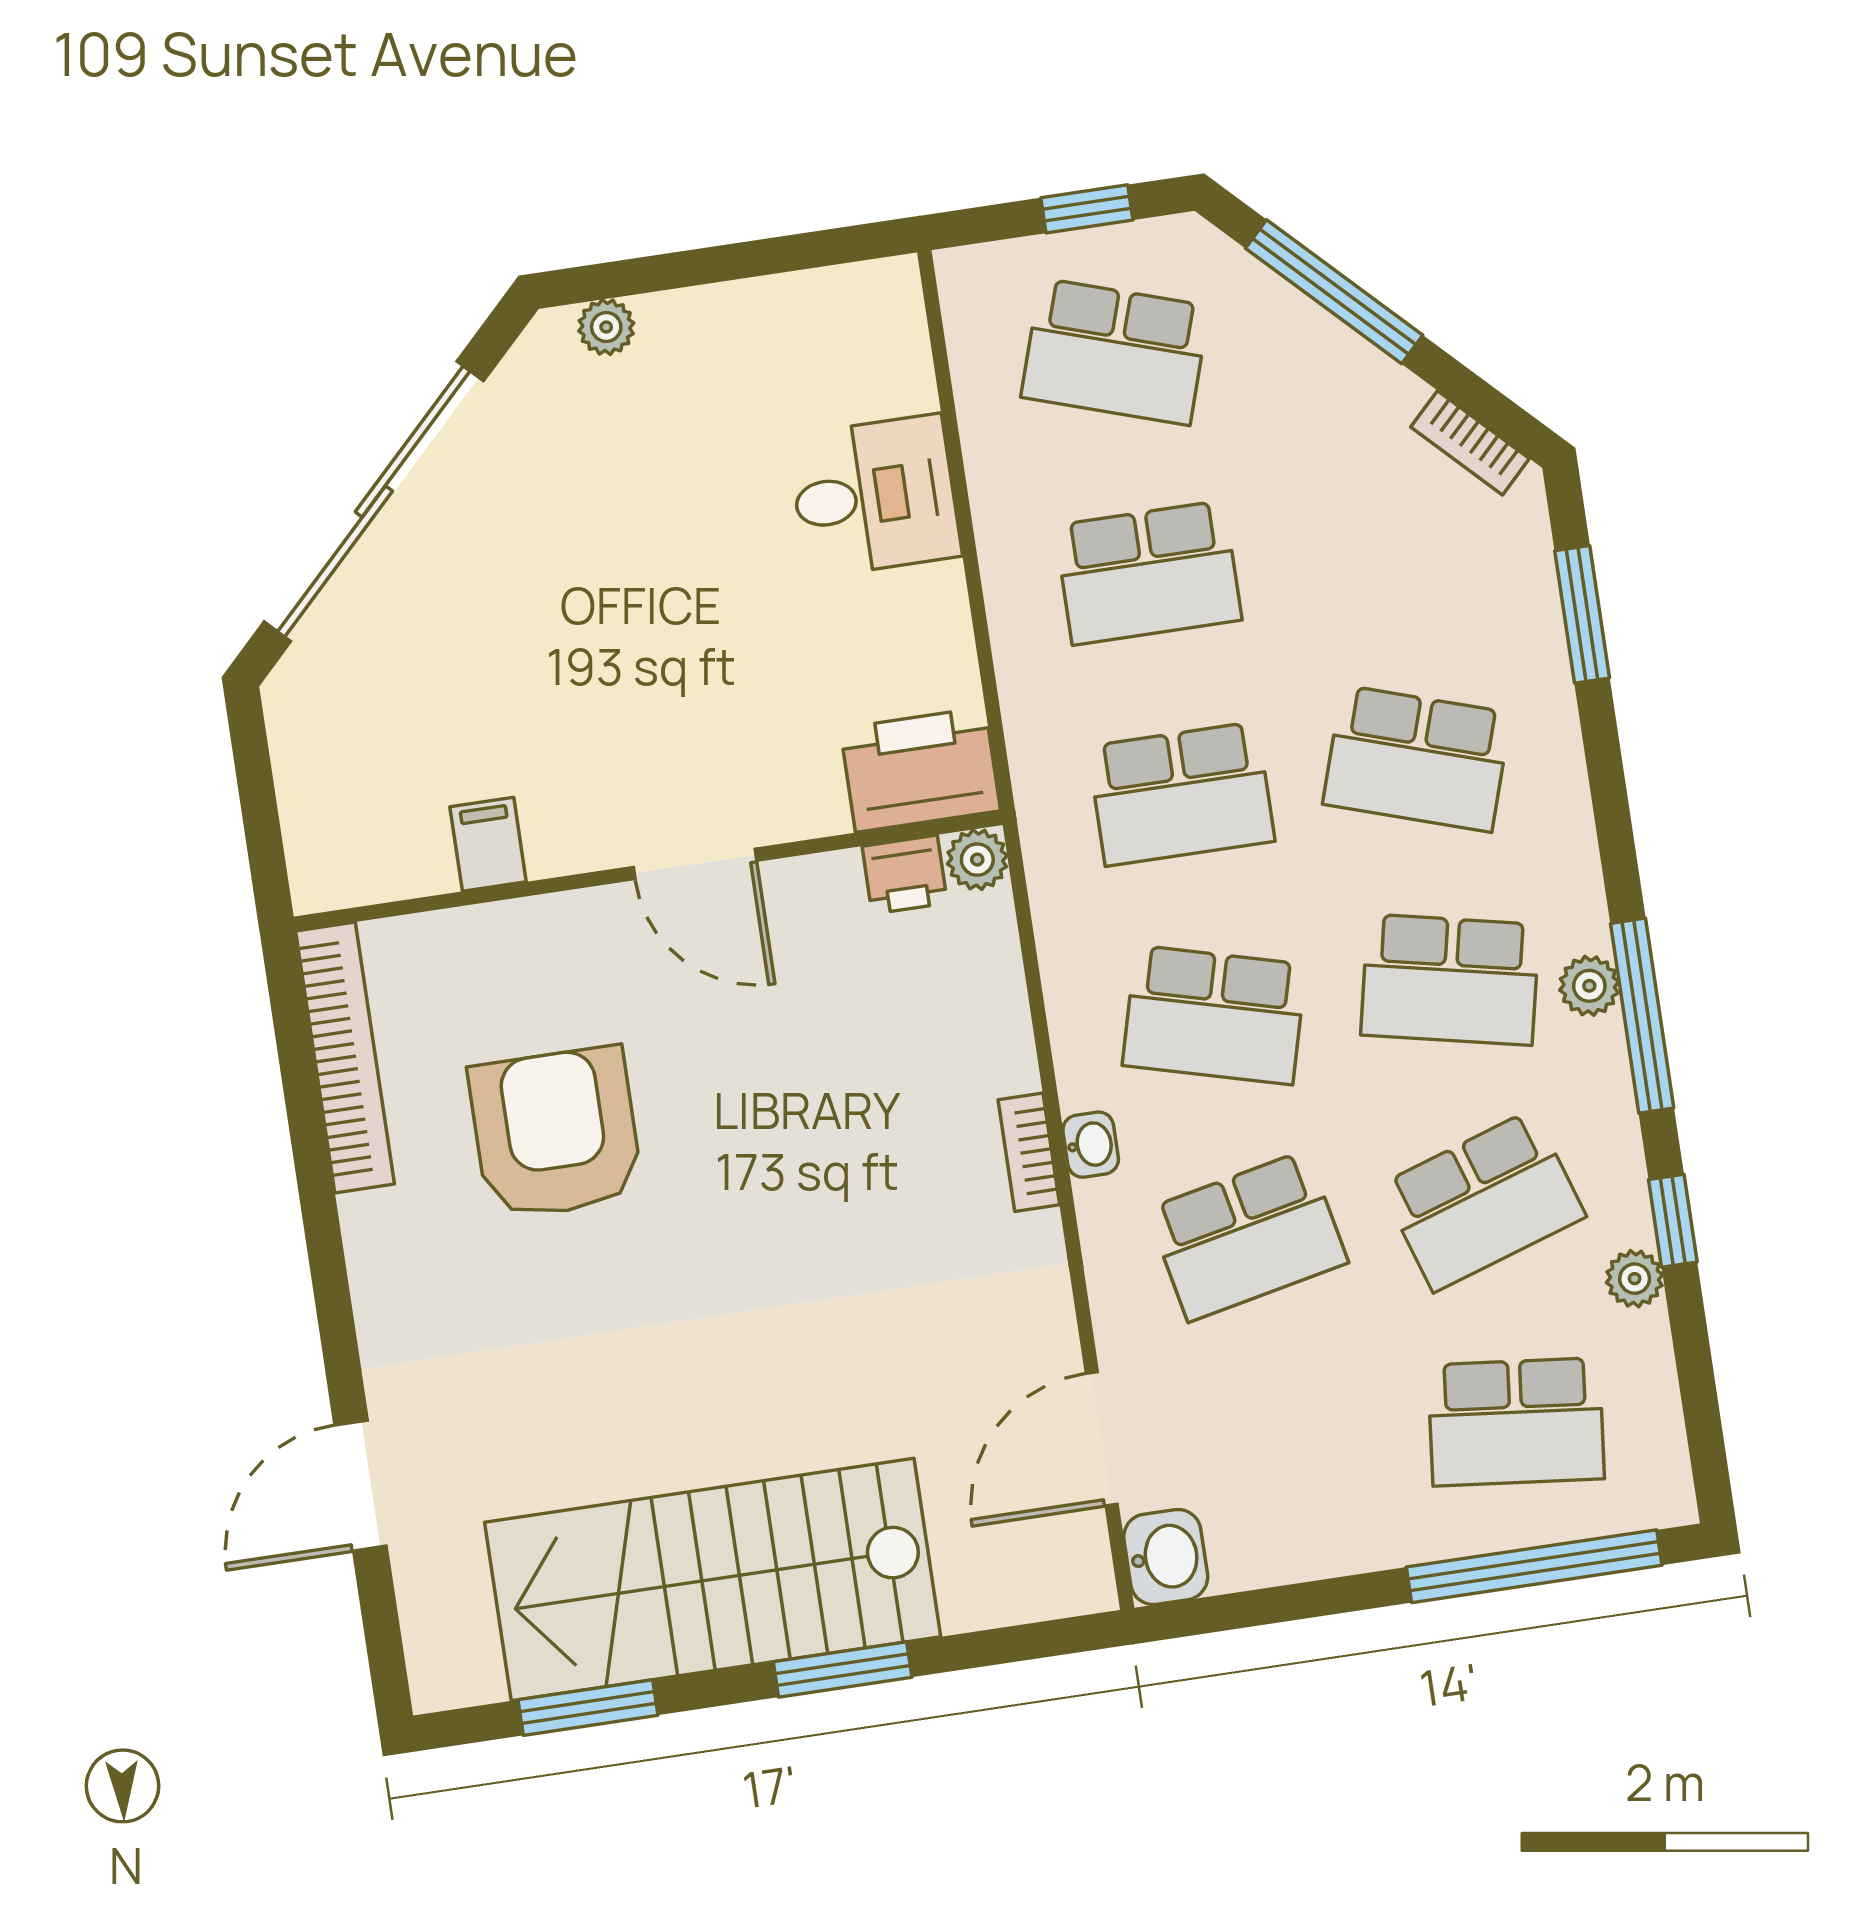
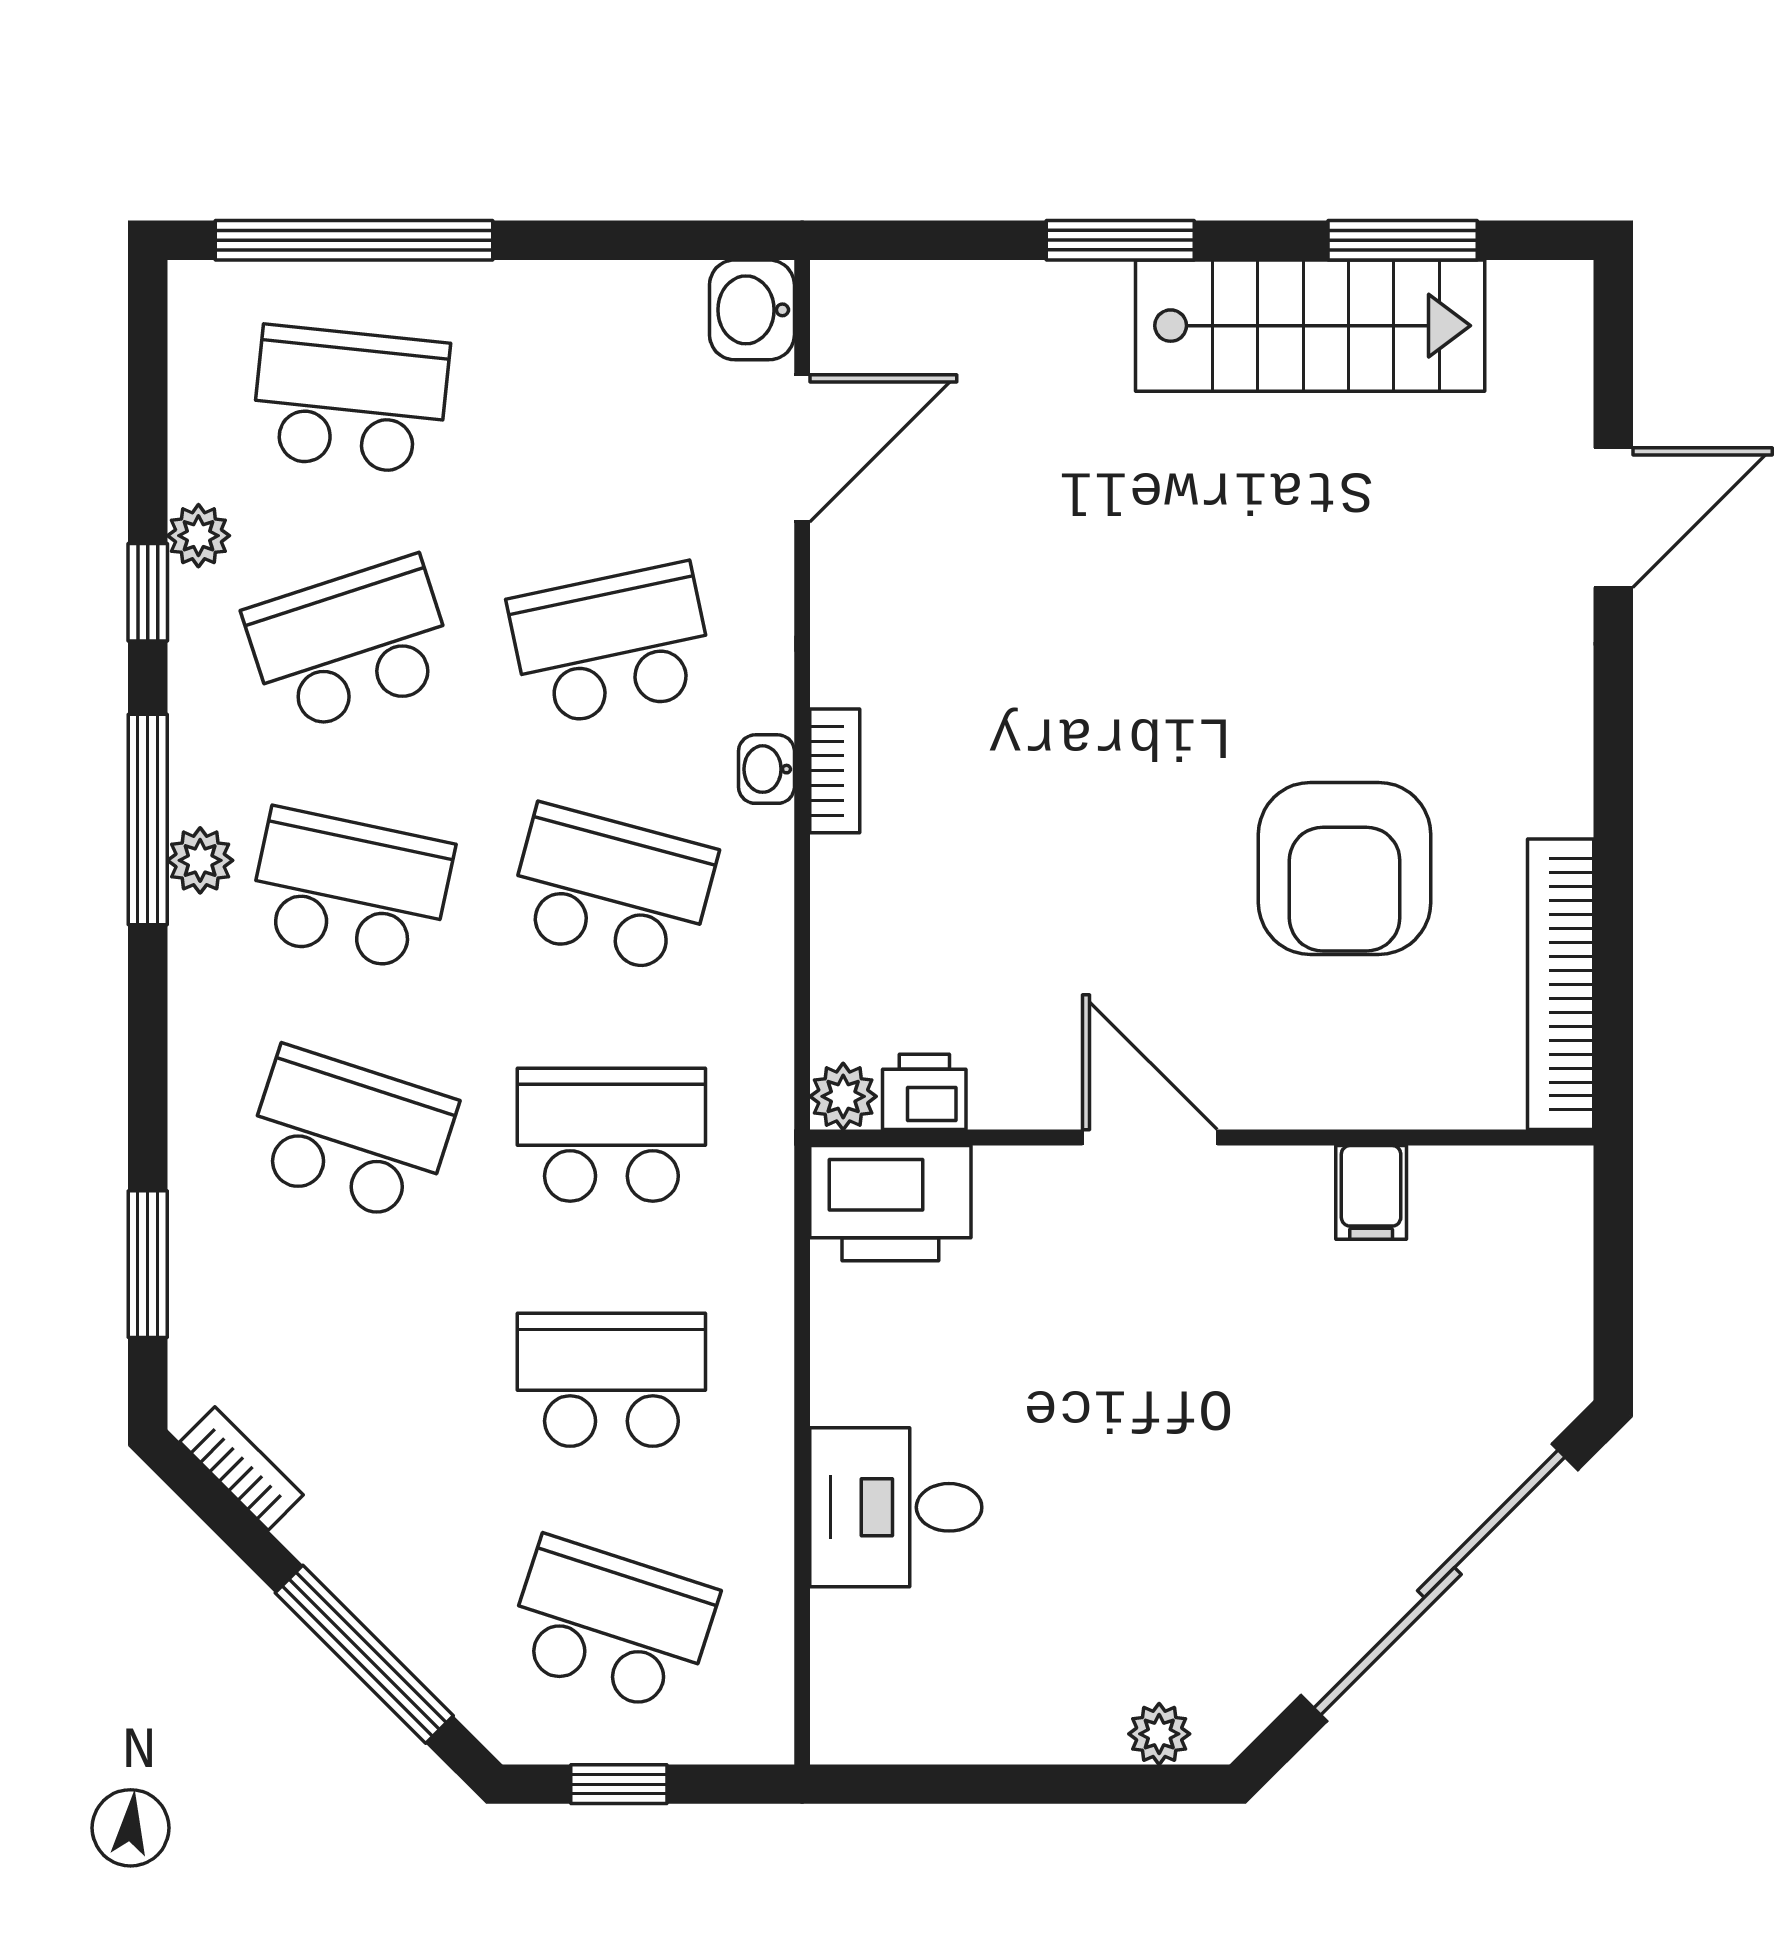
stairs: (713, 1579) -> (1310, 326), width x0.73, depth x0.66

